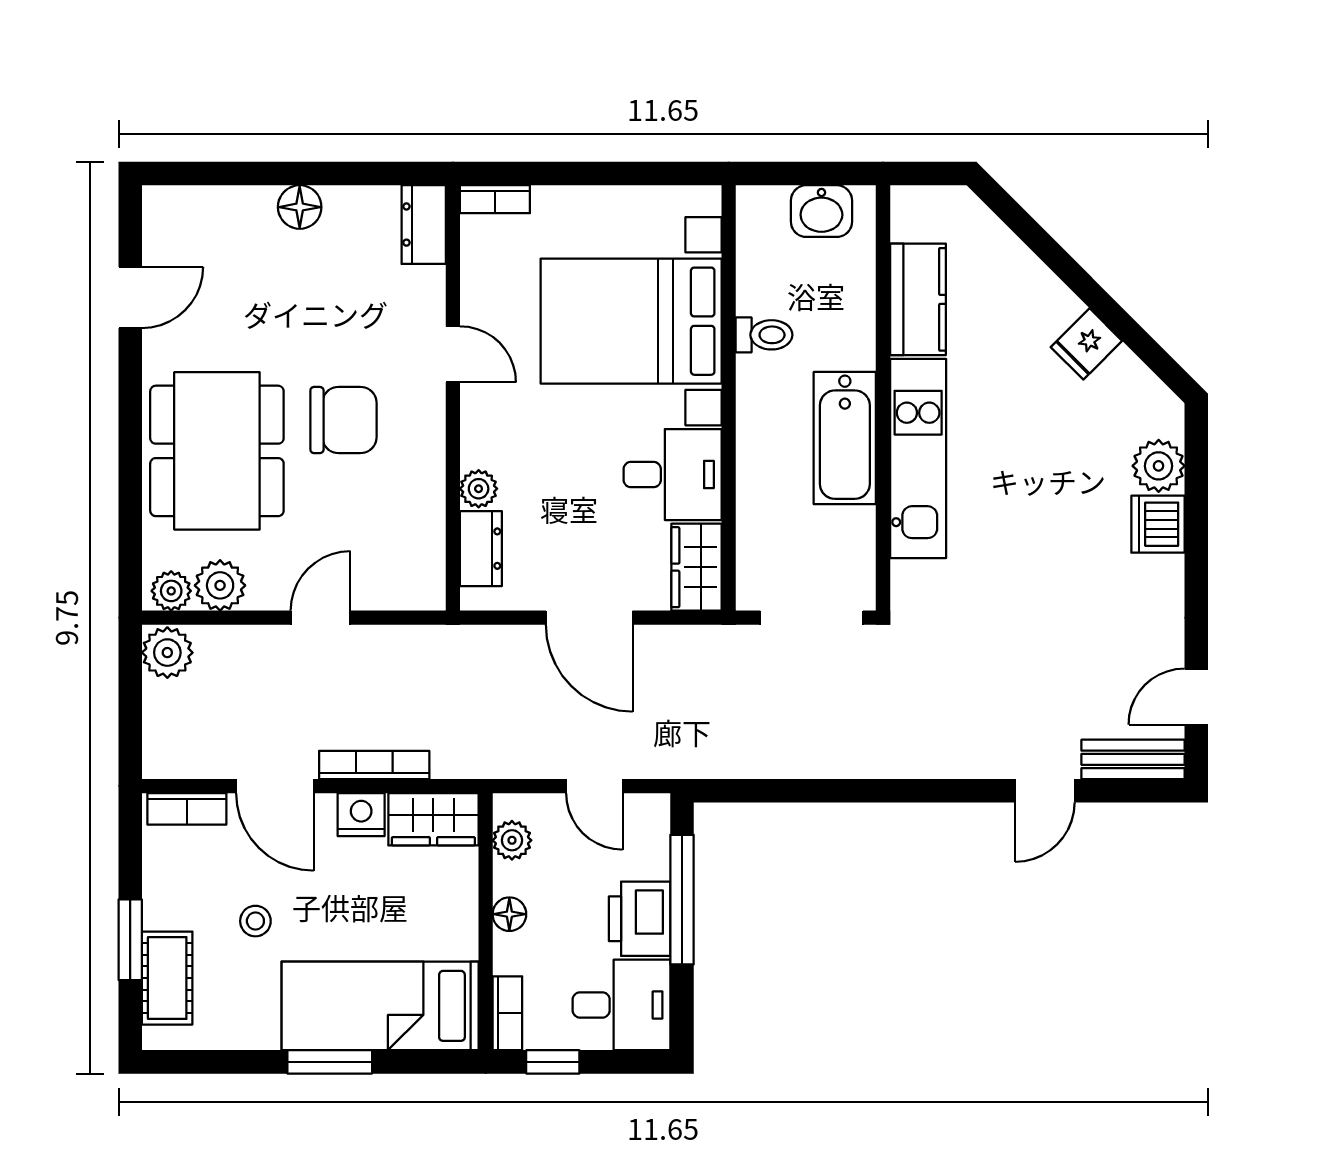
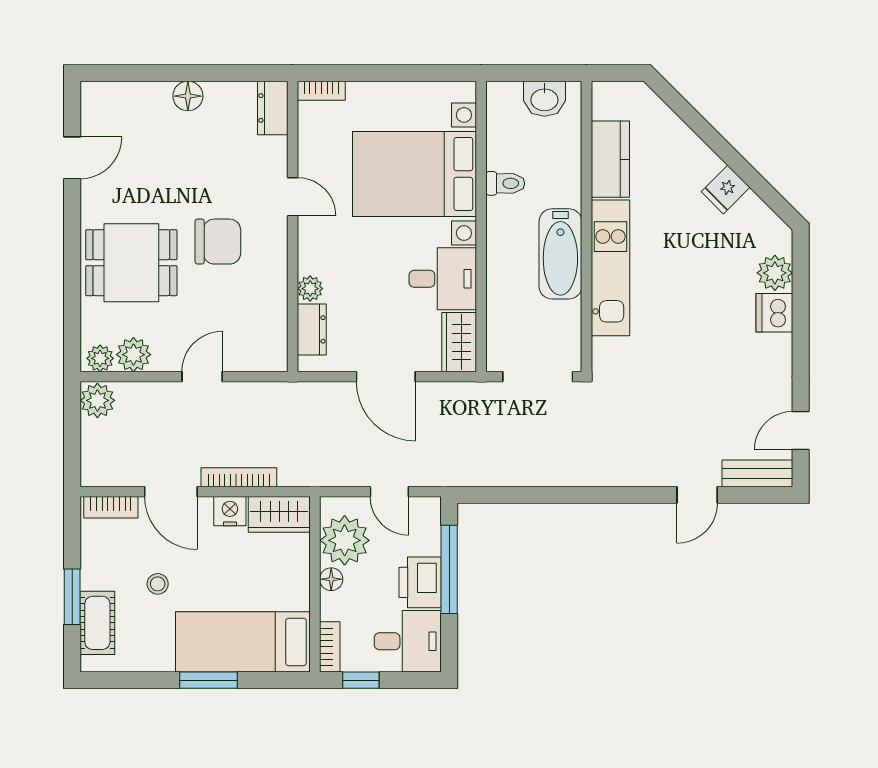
dining table: (217, 451) -> (131, 263), width x0.73
plant: (512, 840) -> (345, 540), width x1.88, depth x1.88

